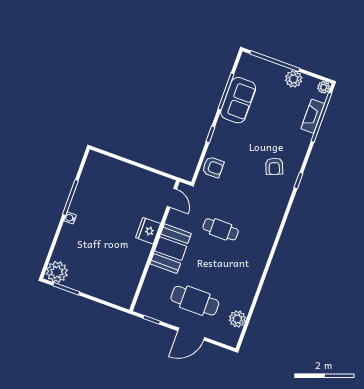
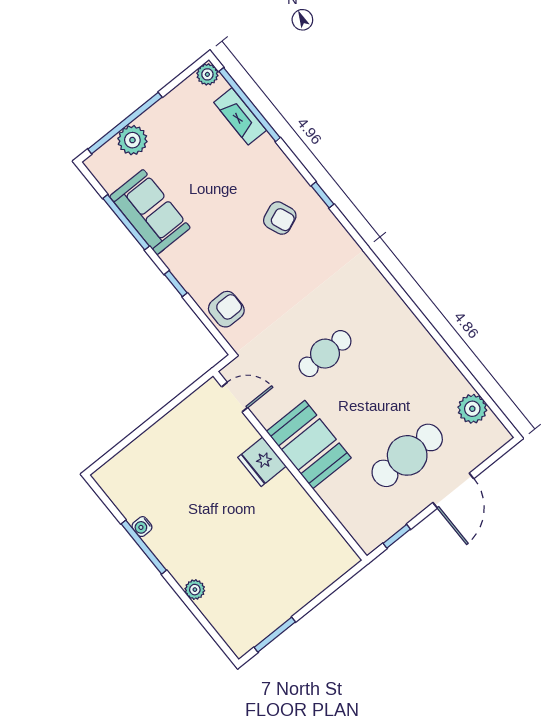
plant: (294, 79) -> (132, 140), moved
water cooler: (70, 218) -> (142, 527), moved
plant: (57, 272) -> (195, 590), moved, width x0.53, depth x0.53

